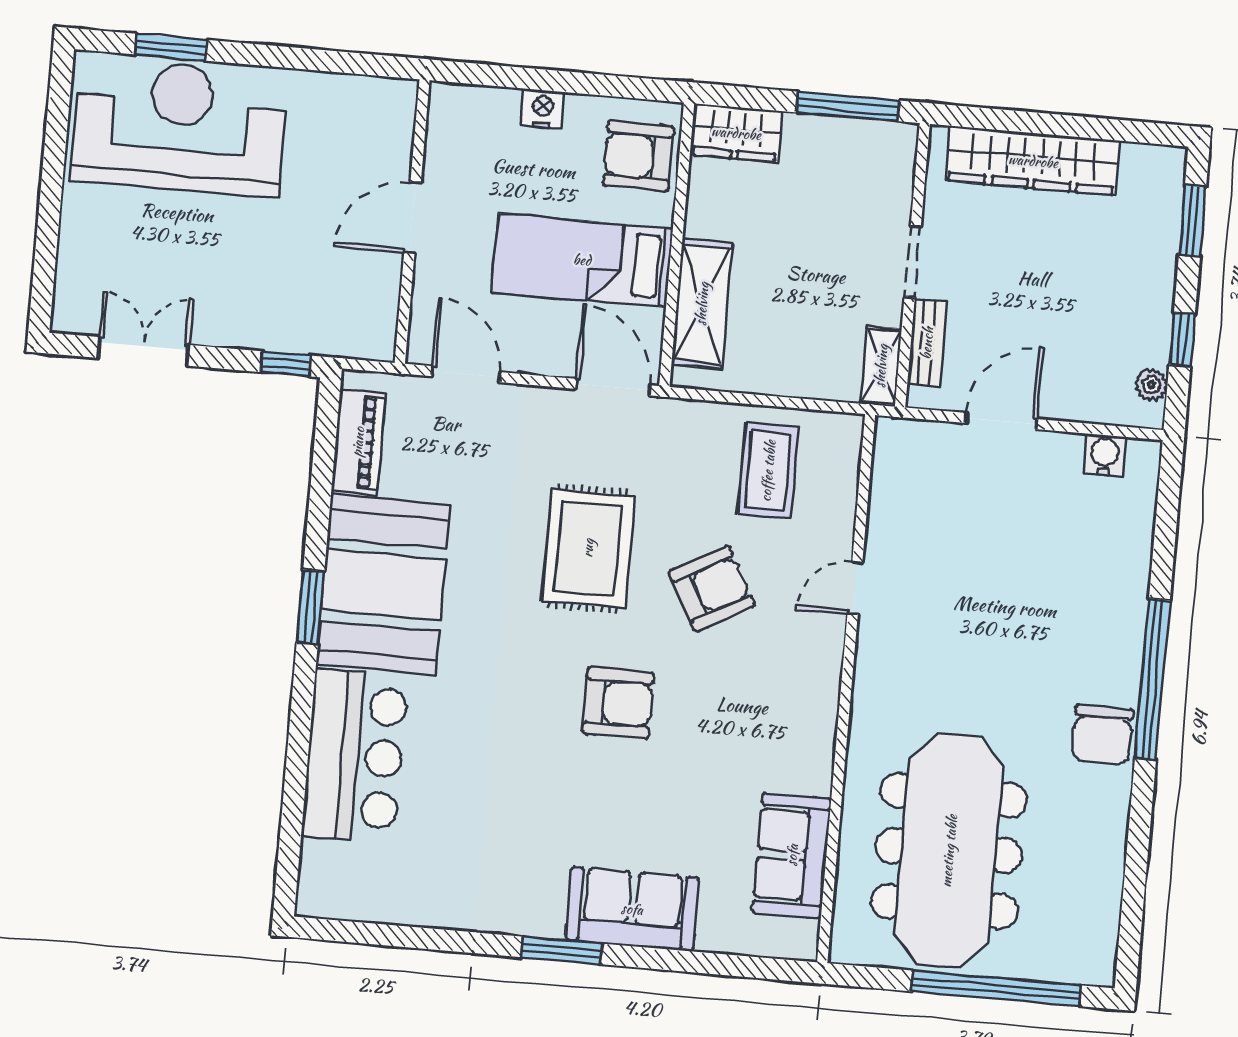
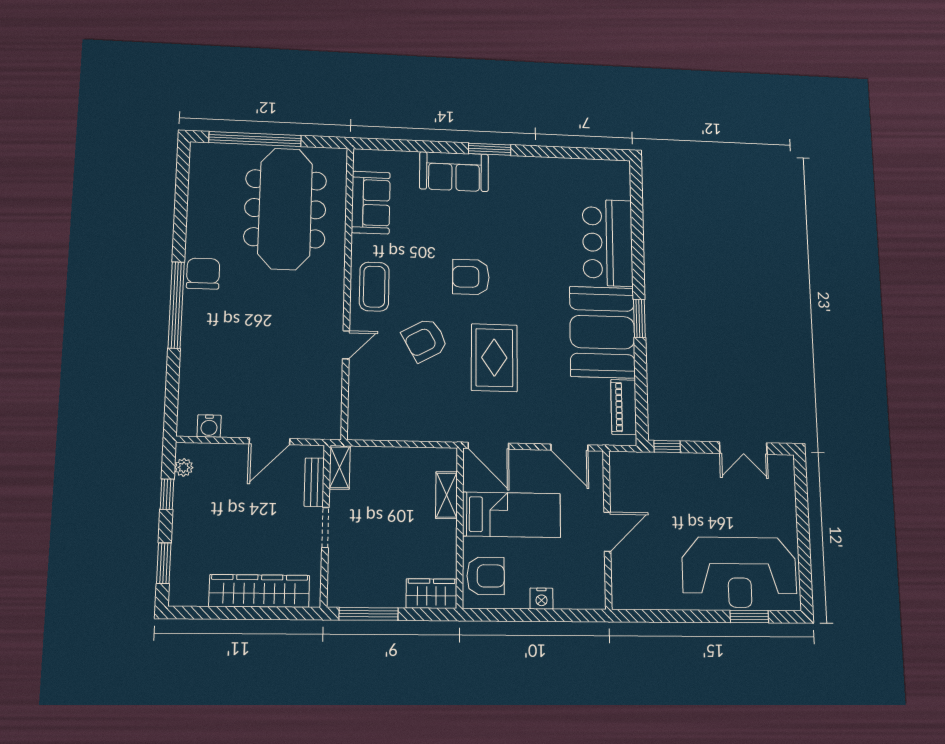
shelving: (702, 304) -> (447, 495), width x0.67, depth x0.75
coffee table: (768, 471) -> (374, 287), moved

